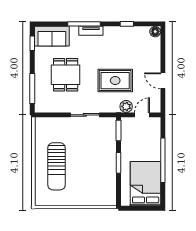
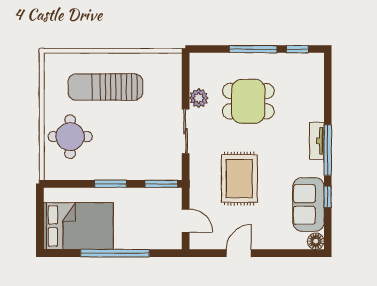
window: (84, 24) -> (328, 150), moved
sofa: (52, 36) -> (308, 204), moved
window: (32, 89) -> (253, 49), moved
plant: (126, 106) -> (199, 98), moved
round table: (88, 189) -> (70, 137), added

